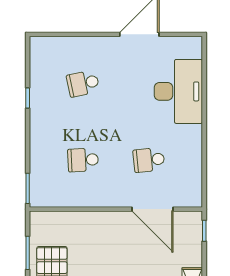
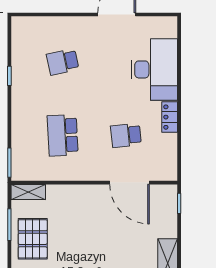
locker: (194, 141) -> (170, 117), added
school desk: (83, 160) -> (63, 135), width x1.85
shelving: (47, 219) -> (28, 192), added

